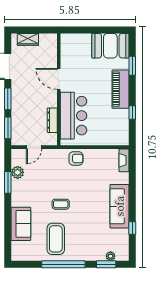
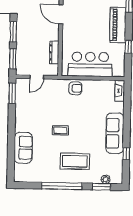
bar counter: (74, 116) -> (90, 64), moved, turned -90
plant: (18, 172) -> (21, 100), removed
window: (8, 182) -> (12, 93), moved
coffee table: (56, 239) -> (75, 161), moved, turned 90

